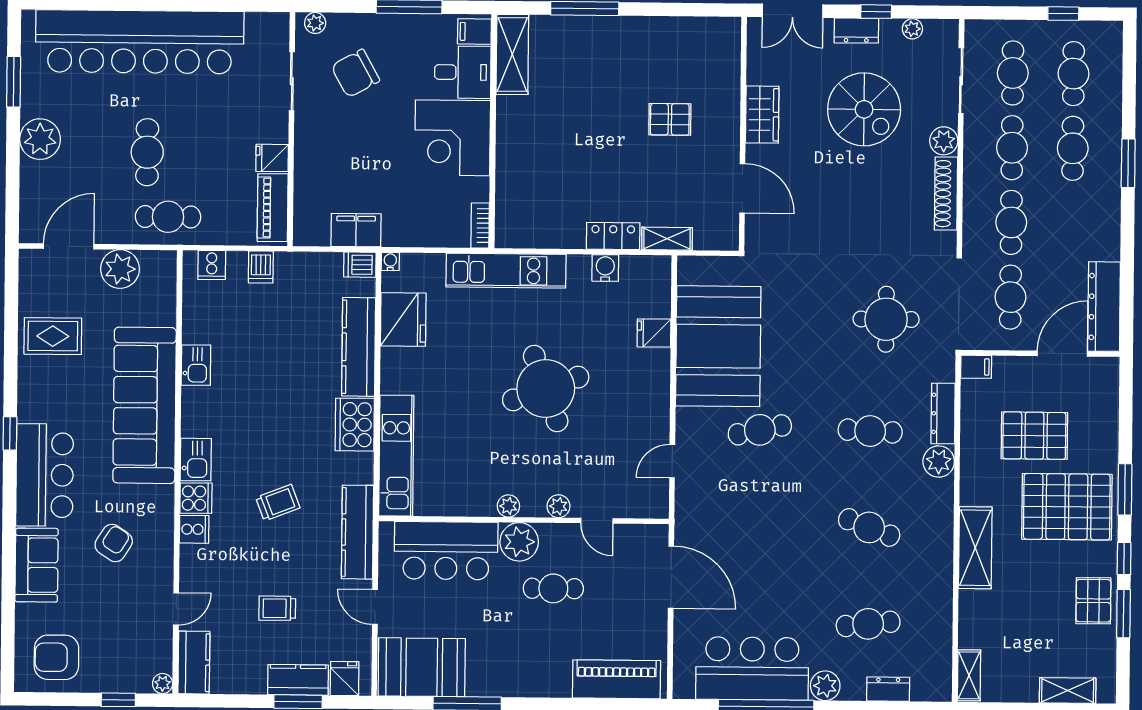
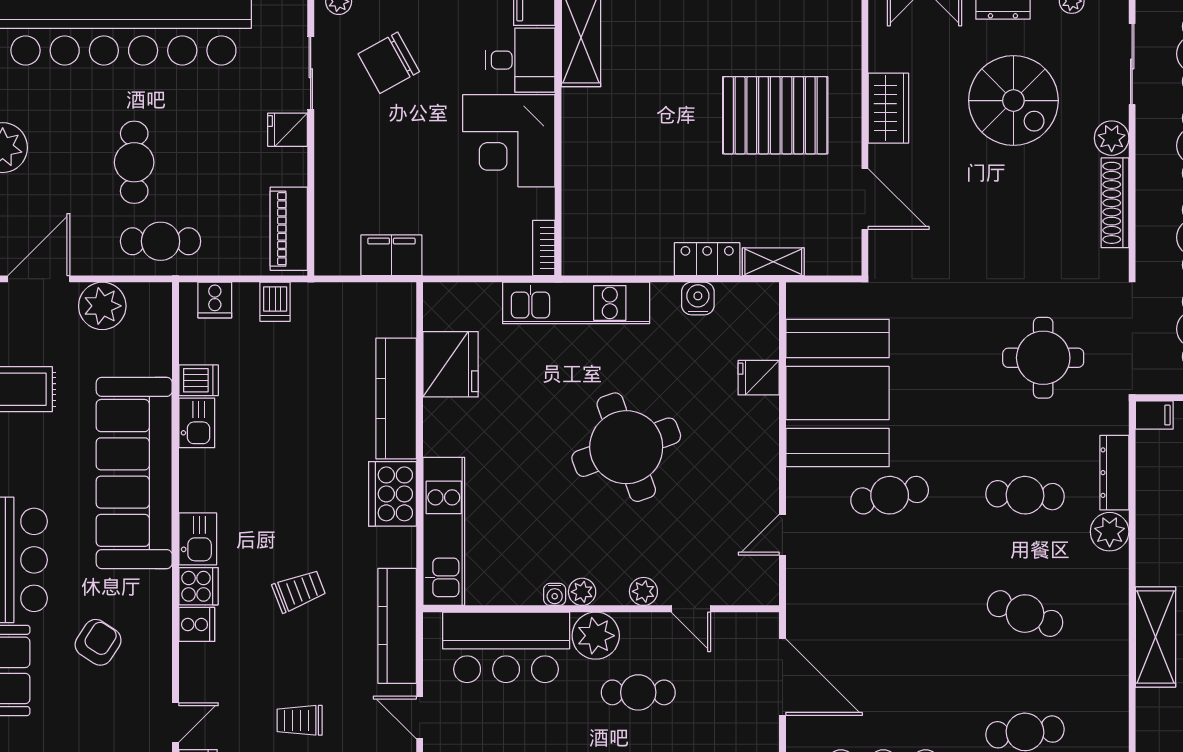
pallet: (670, 119) -> (775, 115), width x2.05, depth x2.00
fridge: (272, 158) -> (288, 130), moved
water cooler: (390, 261) -> (555, 594), moved, turned 180
dishwasher: (360, 265) -> (199, 380), moved, turned 180

